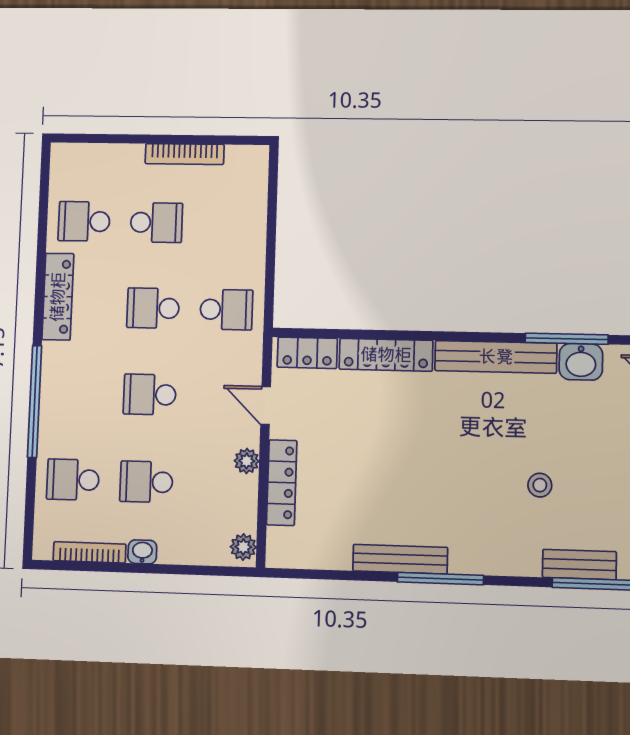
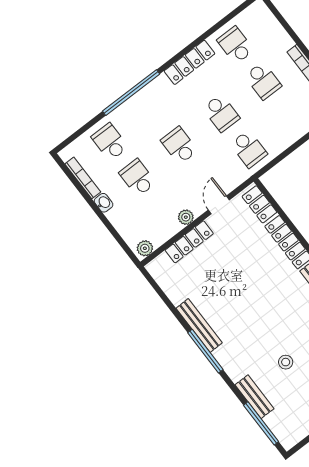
school desk: (153, 308) -> (221, 113), turned 180
bench: (579, 565) -> (254, 397), moved

